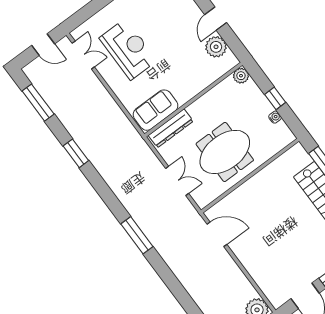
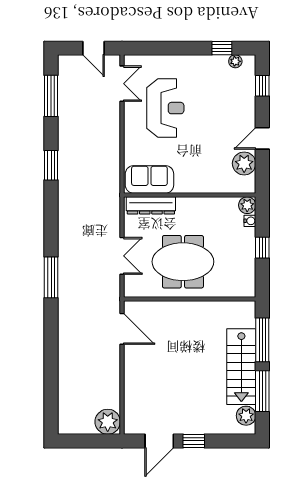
water cooler: (275, 117) -> (250, 221), moved

